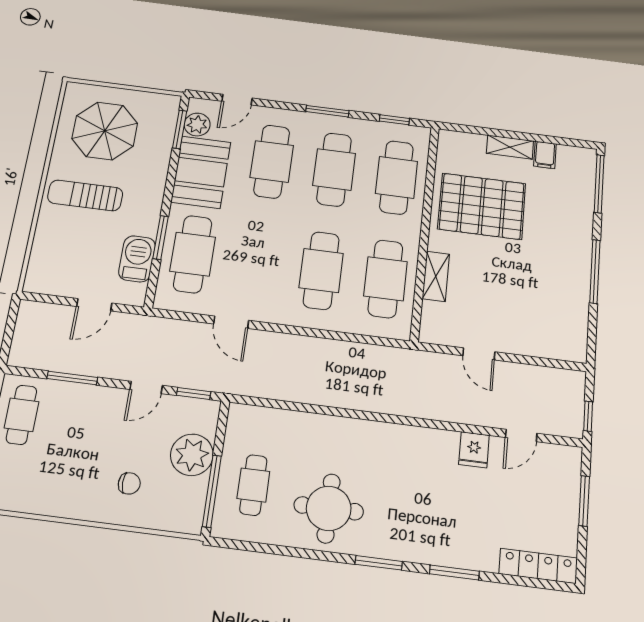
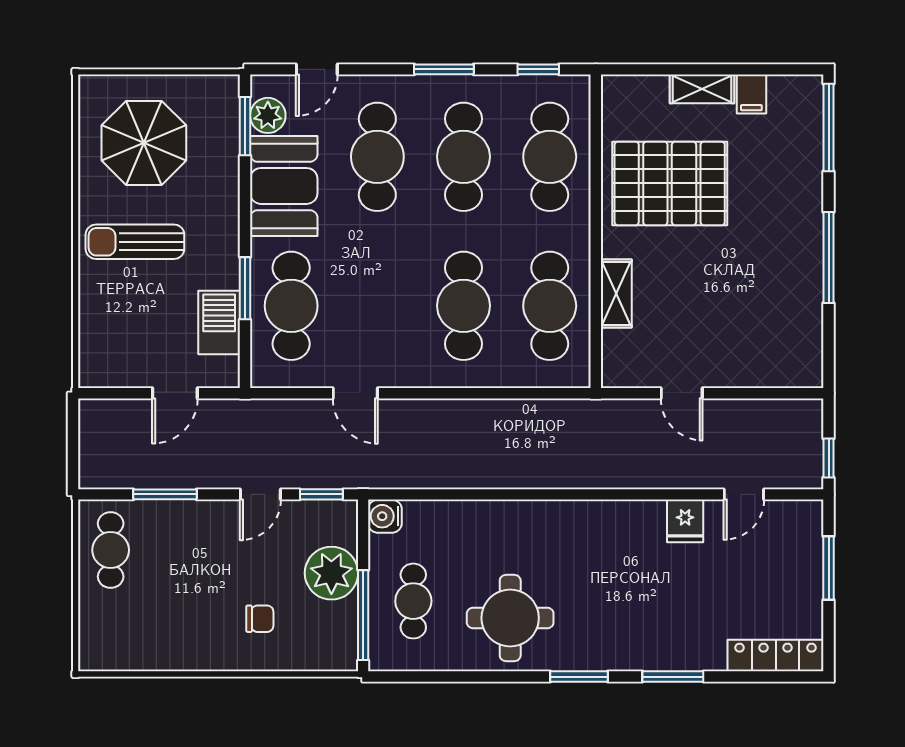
water cooler: (240, 416) -> (385, 516), added

